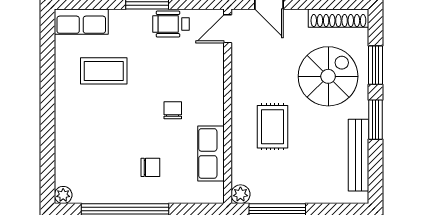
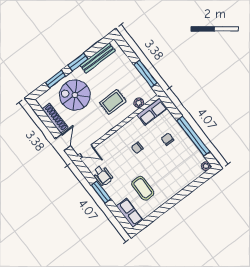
shoe rack: (338, 18) -> (55, 118), moved
row of seats: (211, 153) -> (152, 112), moved
plant: (240, 194) -> (139, 103), moved

